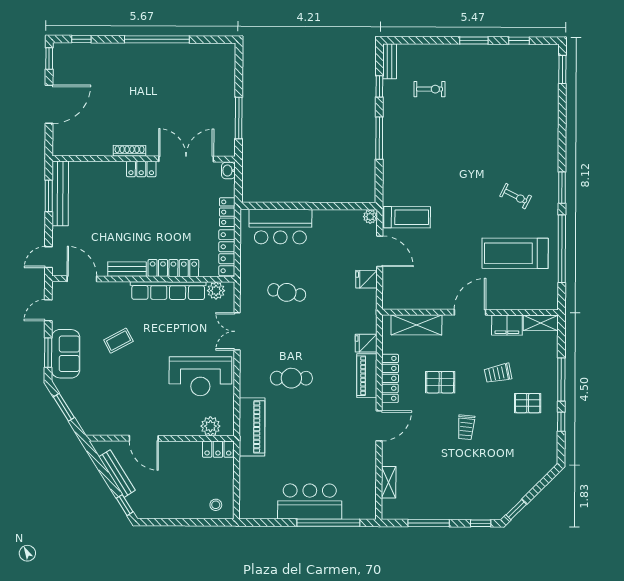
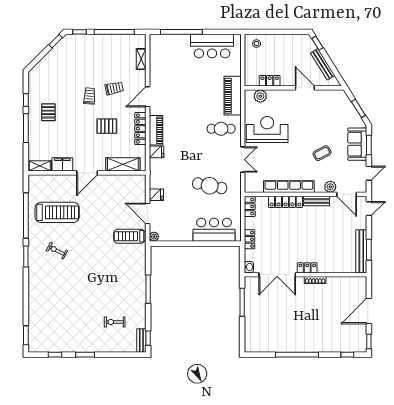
window: (379, 86) -> (148, 338), moved
locker: (227, 253) -> (250, 207), width x0.66
plant: (216, 291) -> (330, 187), moved
cafe table: (287, 292) -> (210, 186), width x1.37, depth x1.35
trolley: (498, 373) -> (114, 88), moved
cafe table: (291, 378) -> (221, 129), moved
pallet: (528, 403) -> (48, 112), turned 90
locker: (218, 449) -> (270, 81), moved
bar counter: (310, 502) -> (212, 46), moved
window: (429, 523) -> (114, 32), width x1.46

